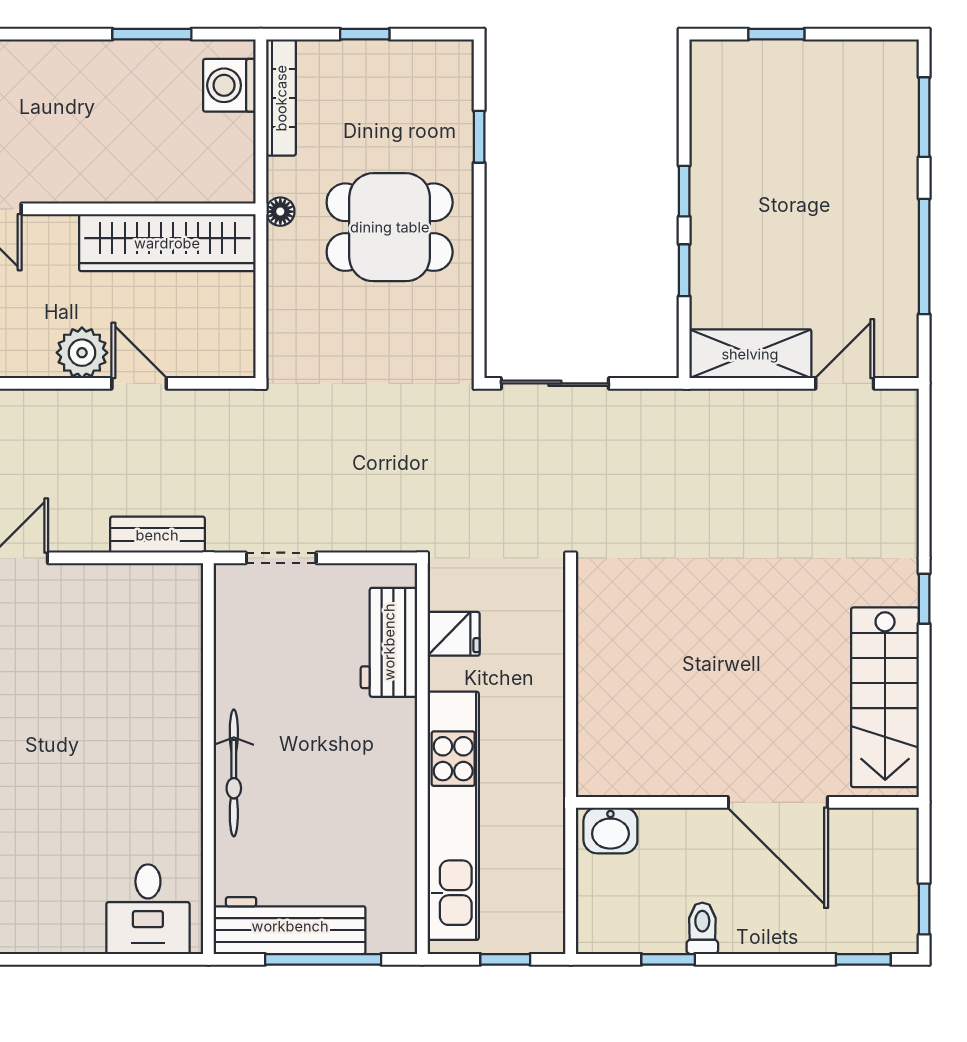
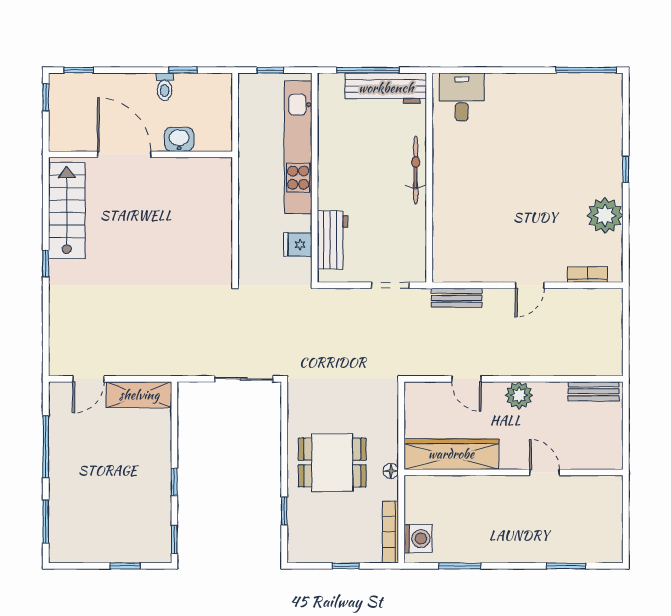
window: (684, 270) -> (174, 539), moved
plant: (82, 353) -> (519, 395), moved
washbasin: (610, 830) -> (179, 139), moved

